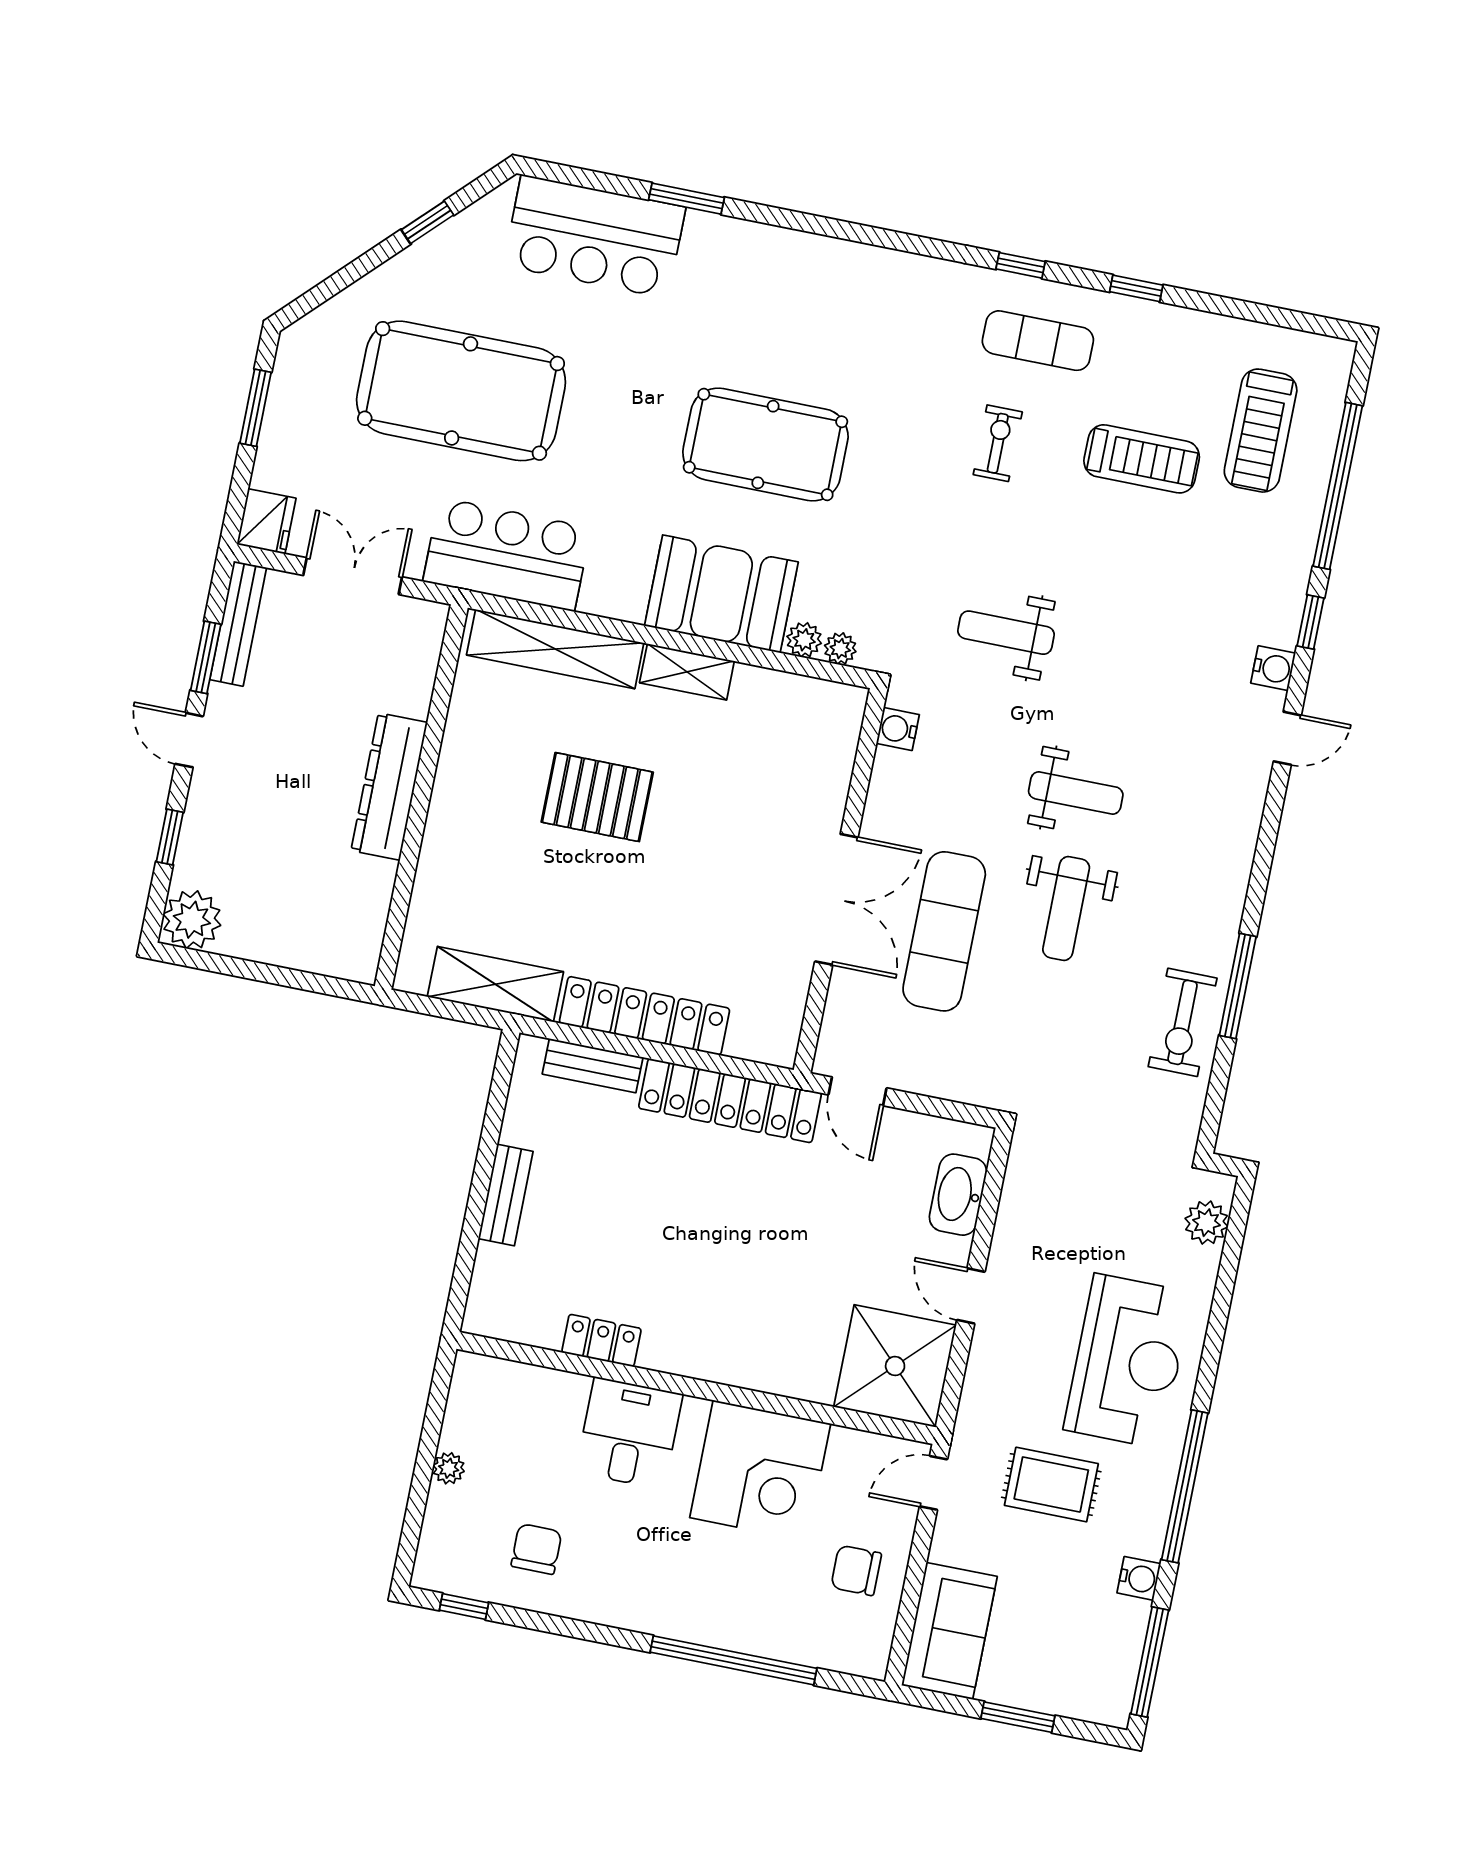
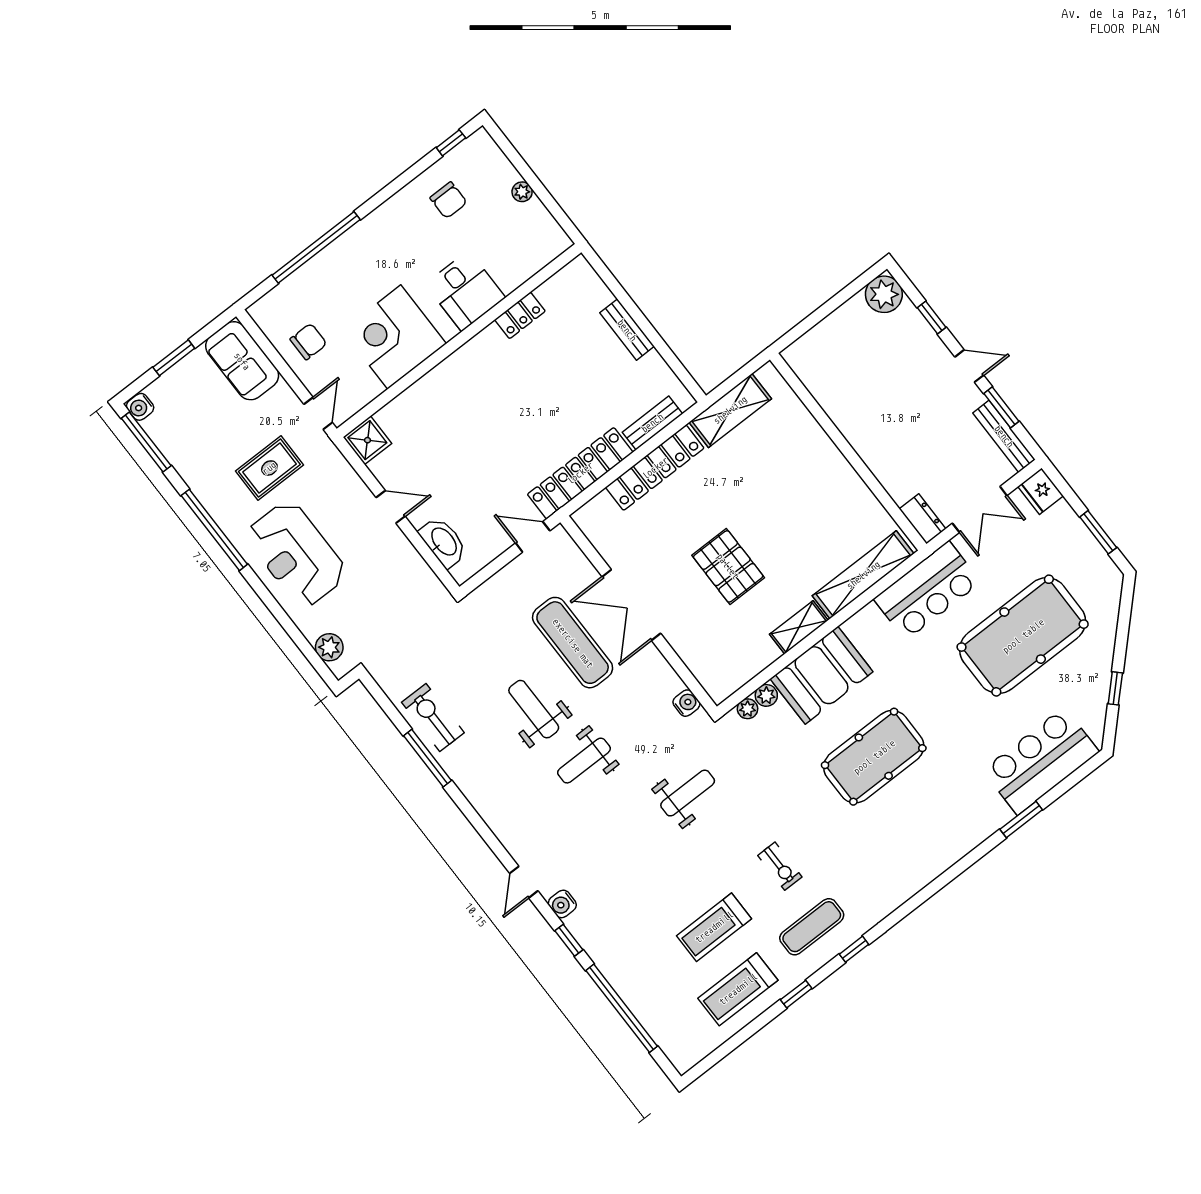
treadmill: (1261, 431) -> (738, 989), moved, turned -90
dresser: (389, 787) -> (923, 519), moved, width x0.51, depth x0.80
pallet: (597, 797) -> (728, 566), moved, turned 90
shower: (895, 1366) -> (367, 440), width x0.54, depth x0.54
water cooler: (1139, 1578) -> (140, 407), moved

